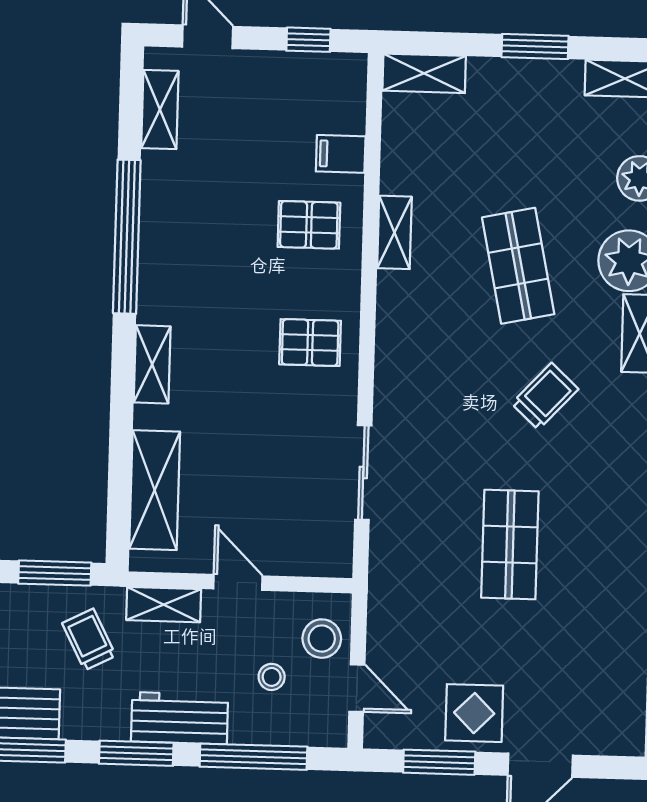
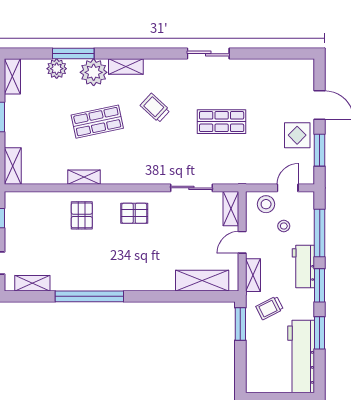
filing cabinet: (341, 154) -> (50, 202), removed
pallet: (310, 343) -> (134, 213), turned 90
shelving: (152, 364) -> (231, 209), moved, turned 90

